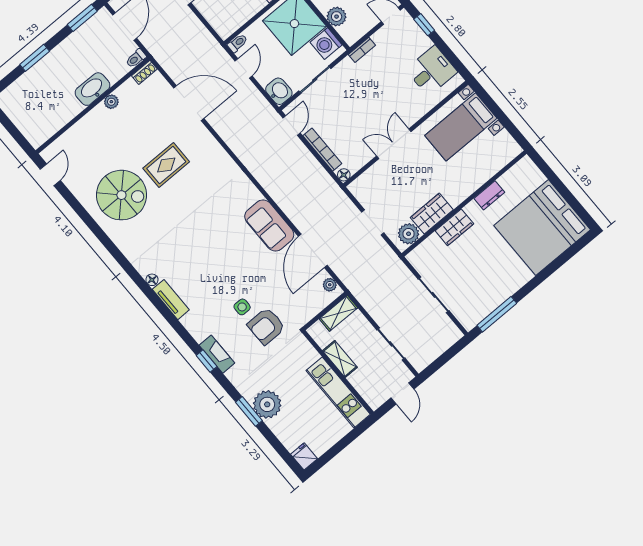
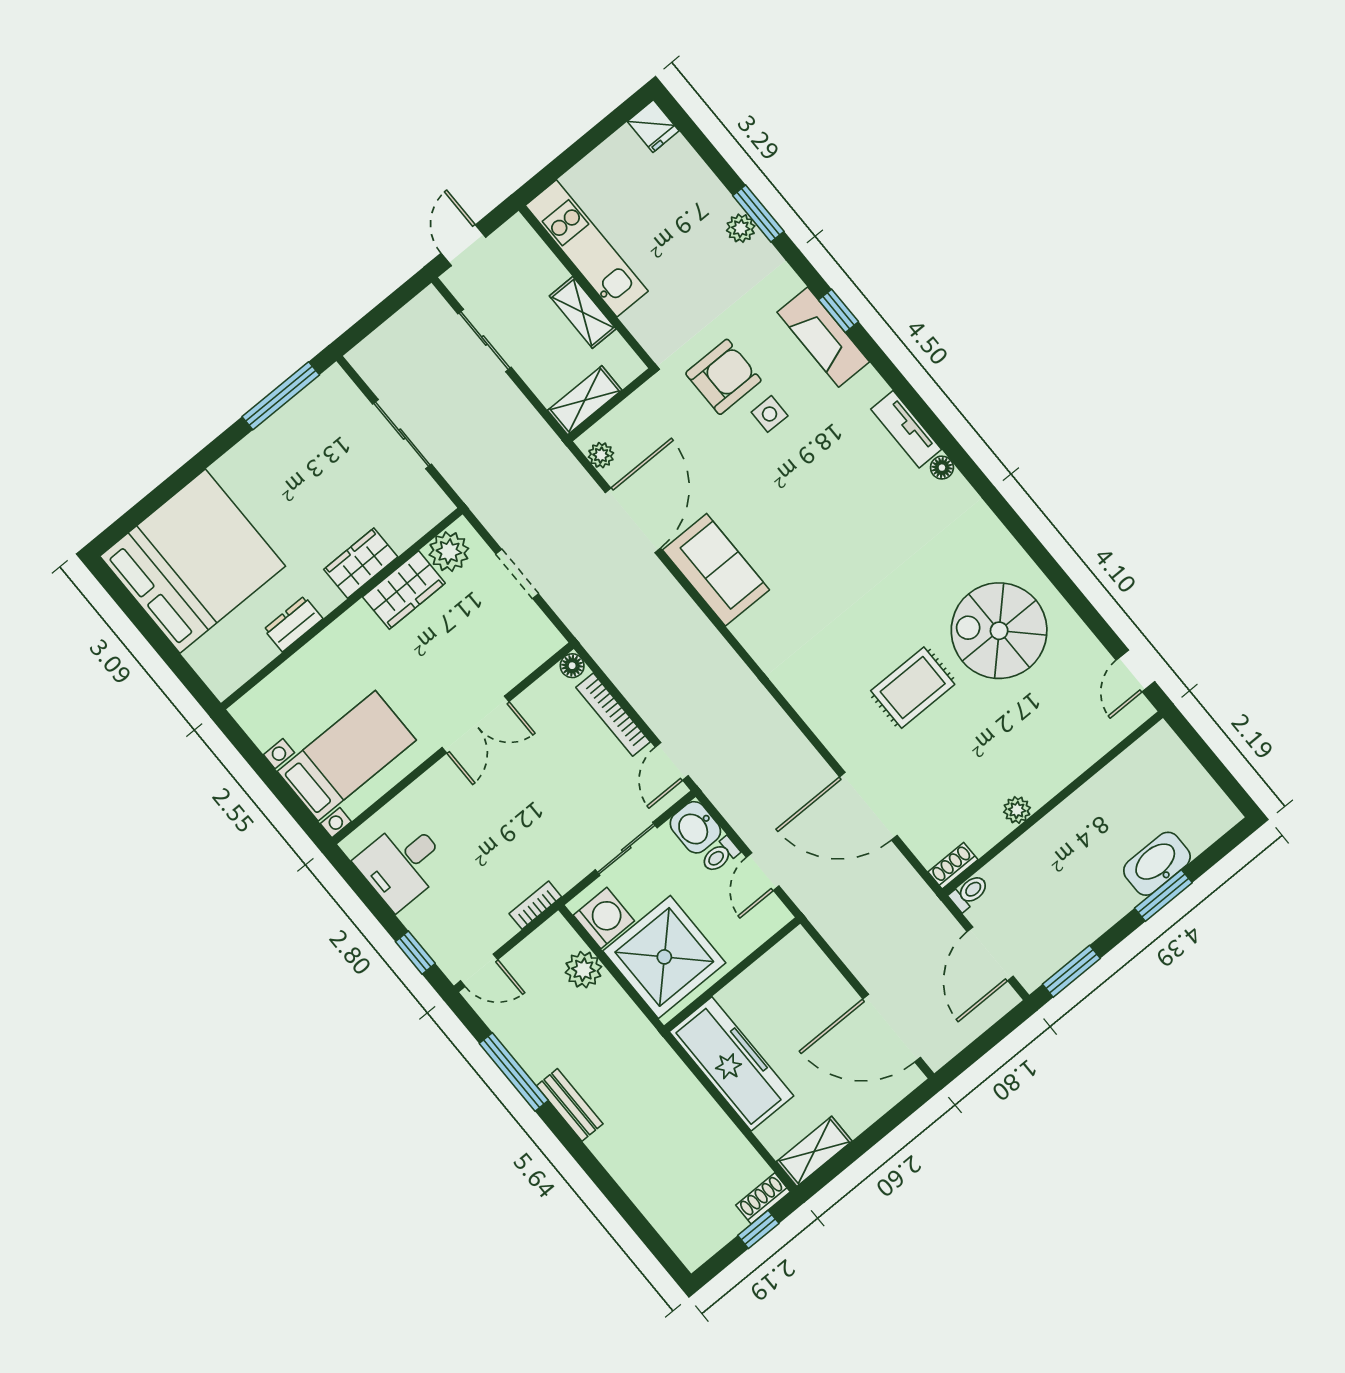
toilet: (238, 43) -> (720, 855), moved
washbasin: (92, 89) -> (1157, 864), moved, turned 180
fireplace: (217, 354) -> (823, 337), width x1.37, depth x1.32
plant: (267, 404) -> (741, 228), width x0.53, depth x0.53

